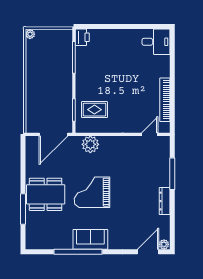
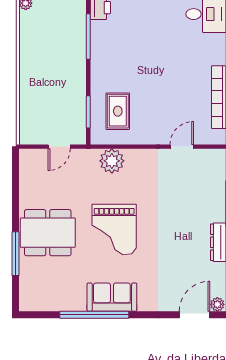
rug: (94, 110) -> (118, 111), turned 90
door: (54, 134) -> (59, 147), width x0.53
door: (150, 134) -> (182, 147), moved
grand piano: (92, 192) -> (114, 230), turned -90

